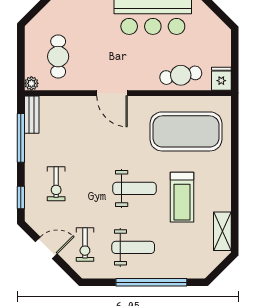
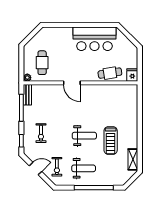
exercise mat: (186, 131) -> (113, 104), removed

